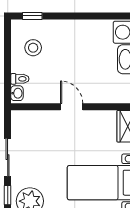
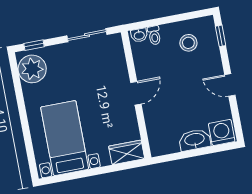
door: (81, 16) -> (230, 85), added
sliding door: (8, 157) -> (87, 35), moved

